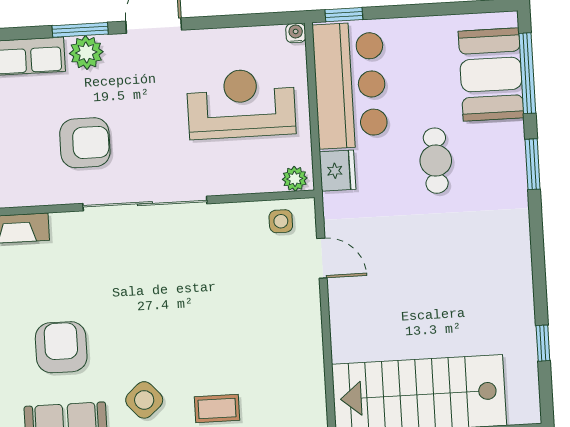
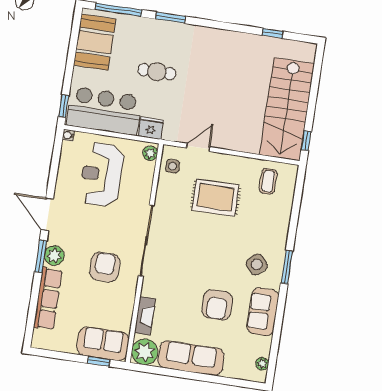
booth: (491, 74) -> (95, 42), moved, turned 90
rug: (243, 306) -> (216, 197), added
armchair: (61, 347) -> (217, 305), turned -90
coffee table: (217, 408) -> (268, 181), moved

